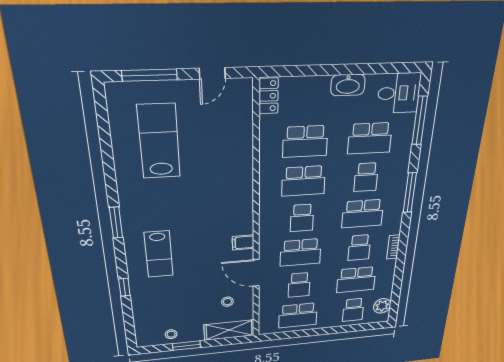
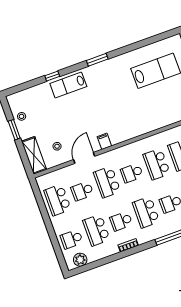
lab bench: (159, 254) -> (68, 85), moved

